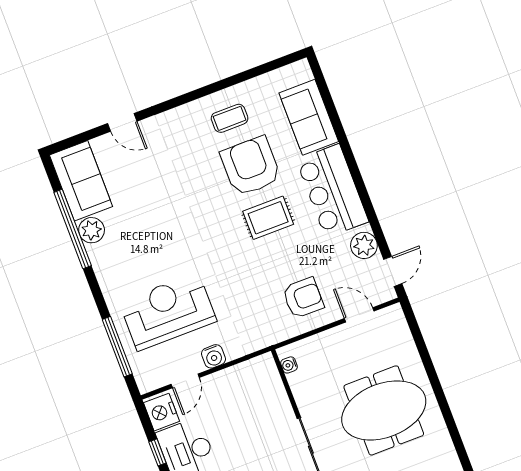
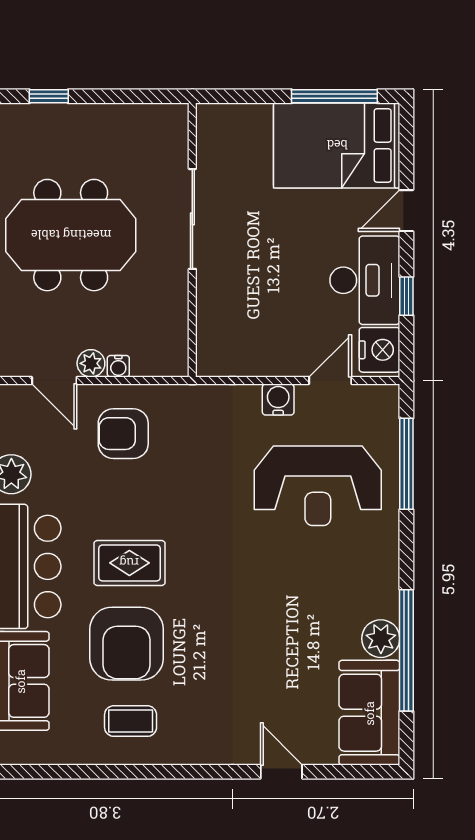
plant: (340, 334) -> (91, 363), added
water cooler: (289, 365) -> (118, 366), moved, turned 90

